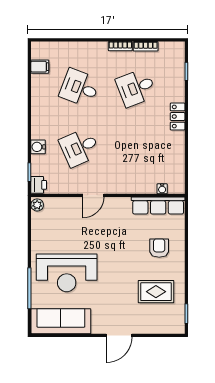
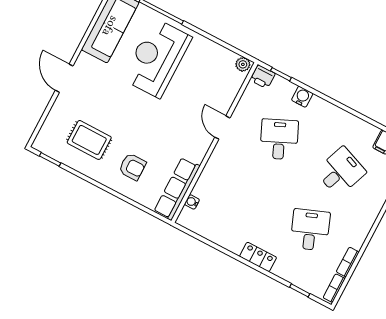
bookcase: (120, 46) -> (334, 288), moved
rug: (156, 292) -> (89, 140), turned 90

